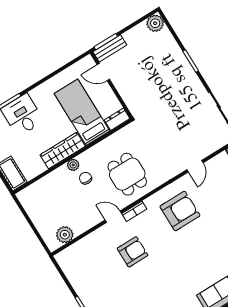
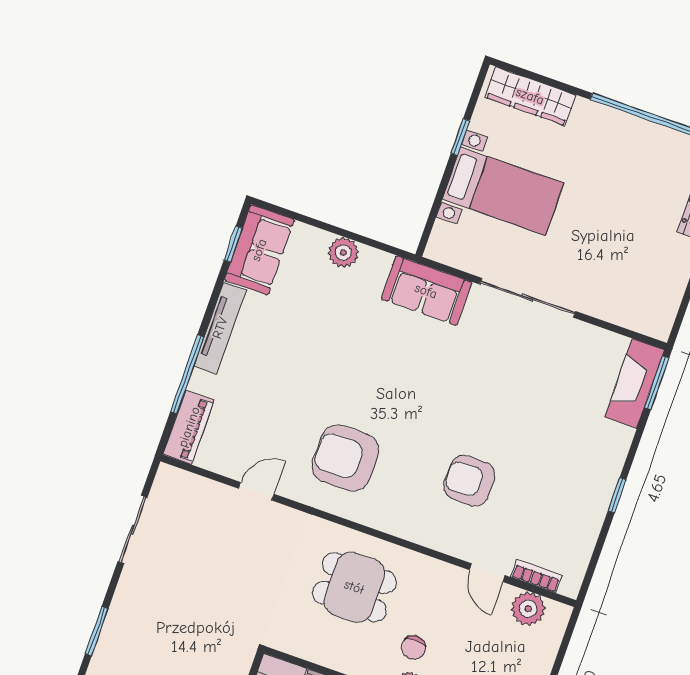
dining table: (127, 174) -> (354, 587), turned 90
bookcase: (134, 211) -> (536, 576), moved
door: (113, 217) -> (487, 573), moved

